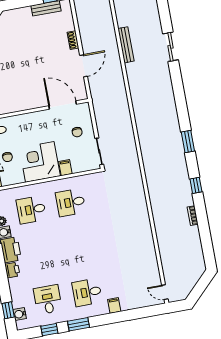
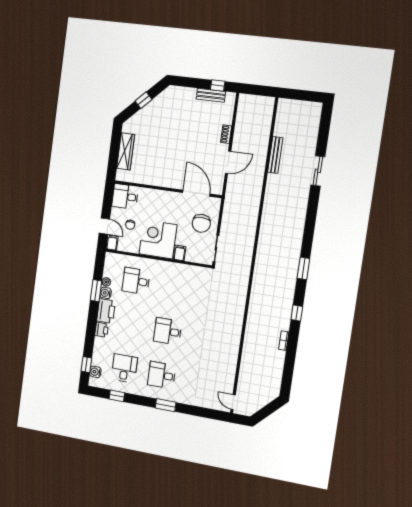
chair: (77, 132) -> (201, 223), width x1.87, depth x1.87
desk: (71, 202) -> (168, 331), moved
filing cabinet: (114, 305) -> (182, 397), removed
window: (79, 324) -> (166, 405), moved

